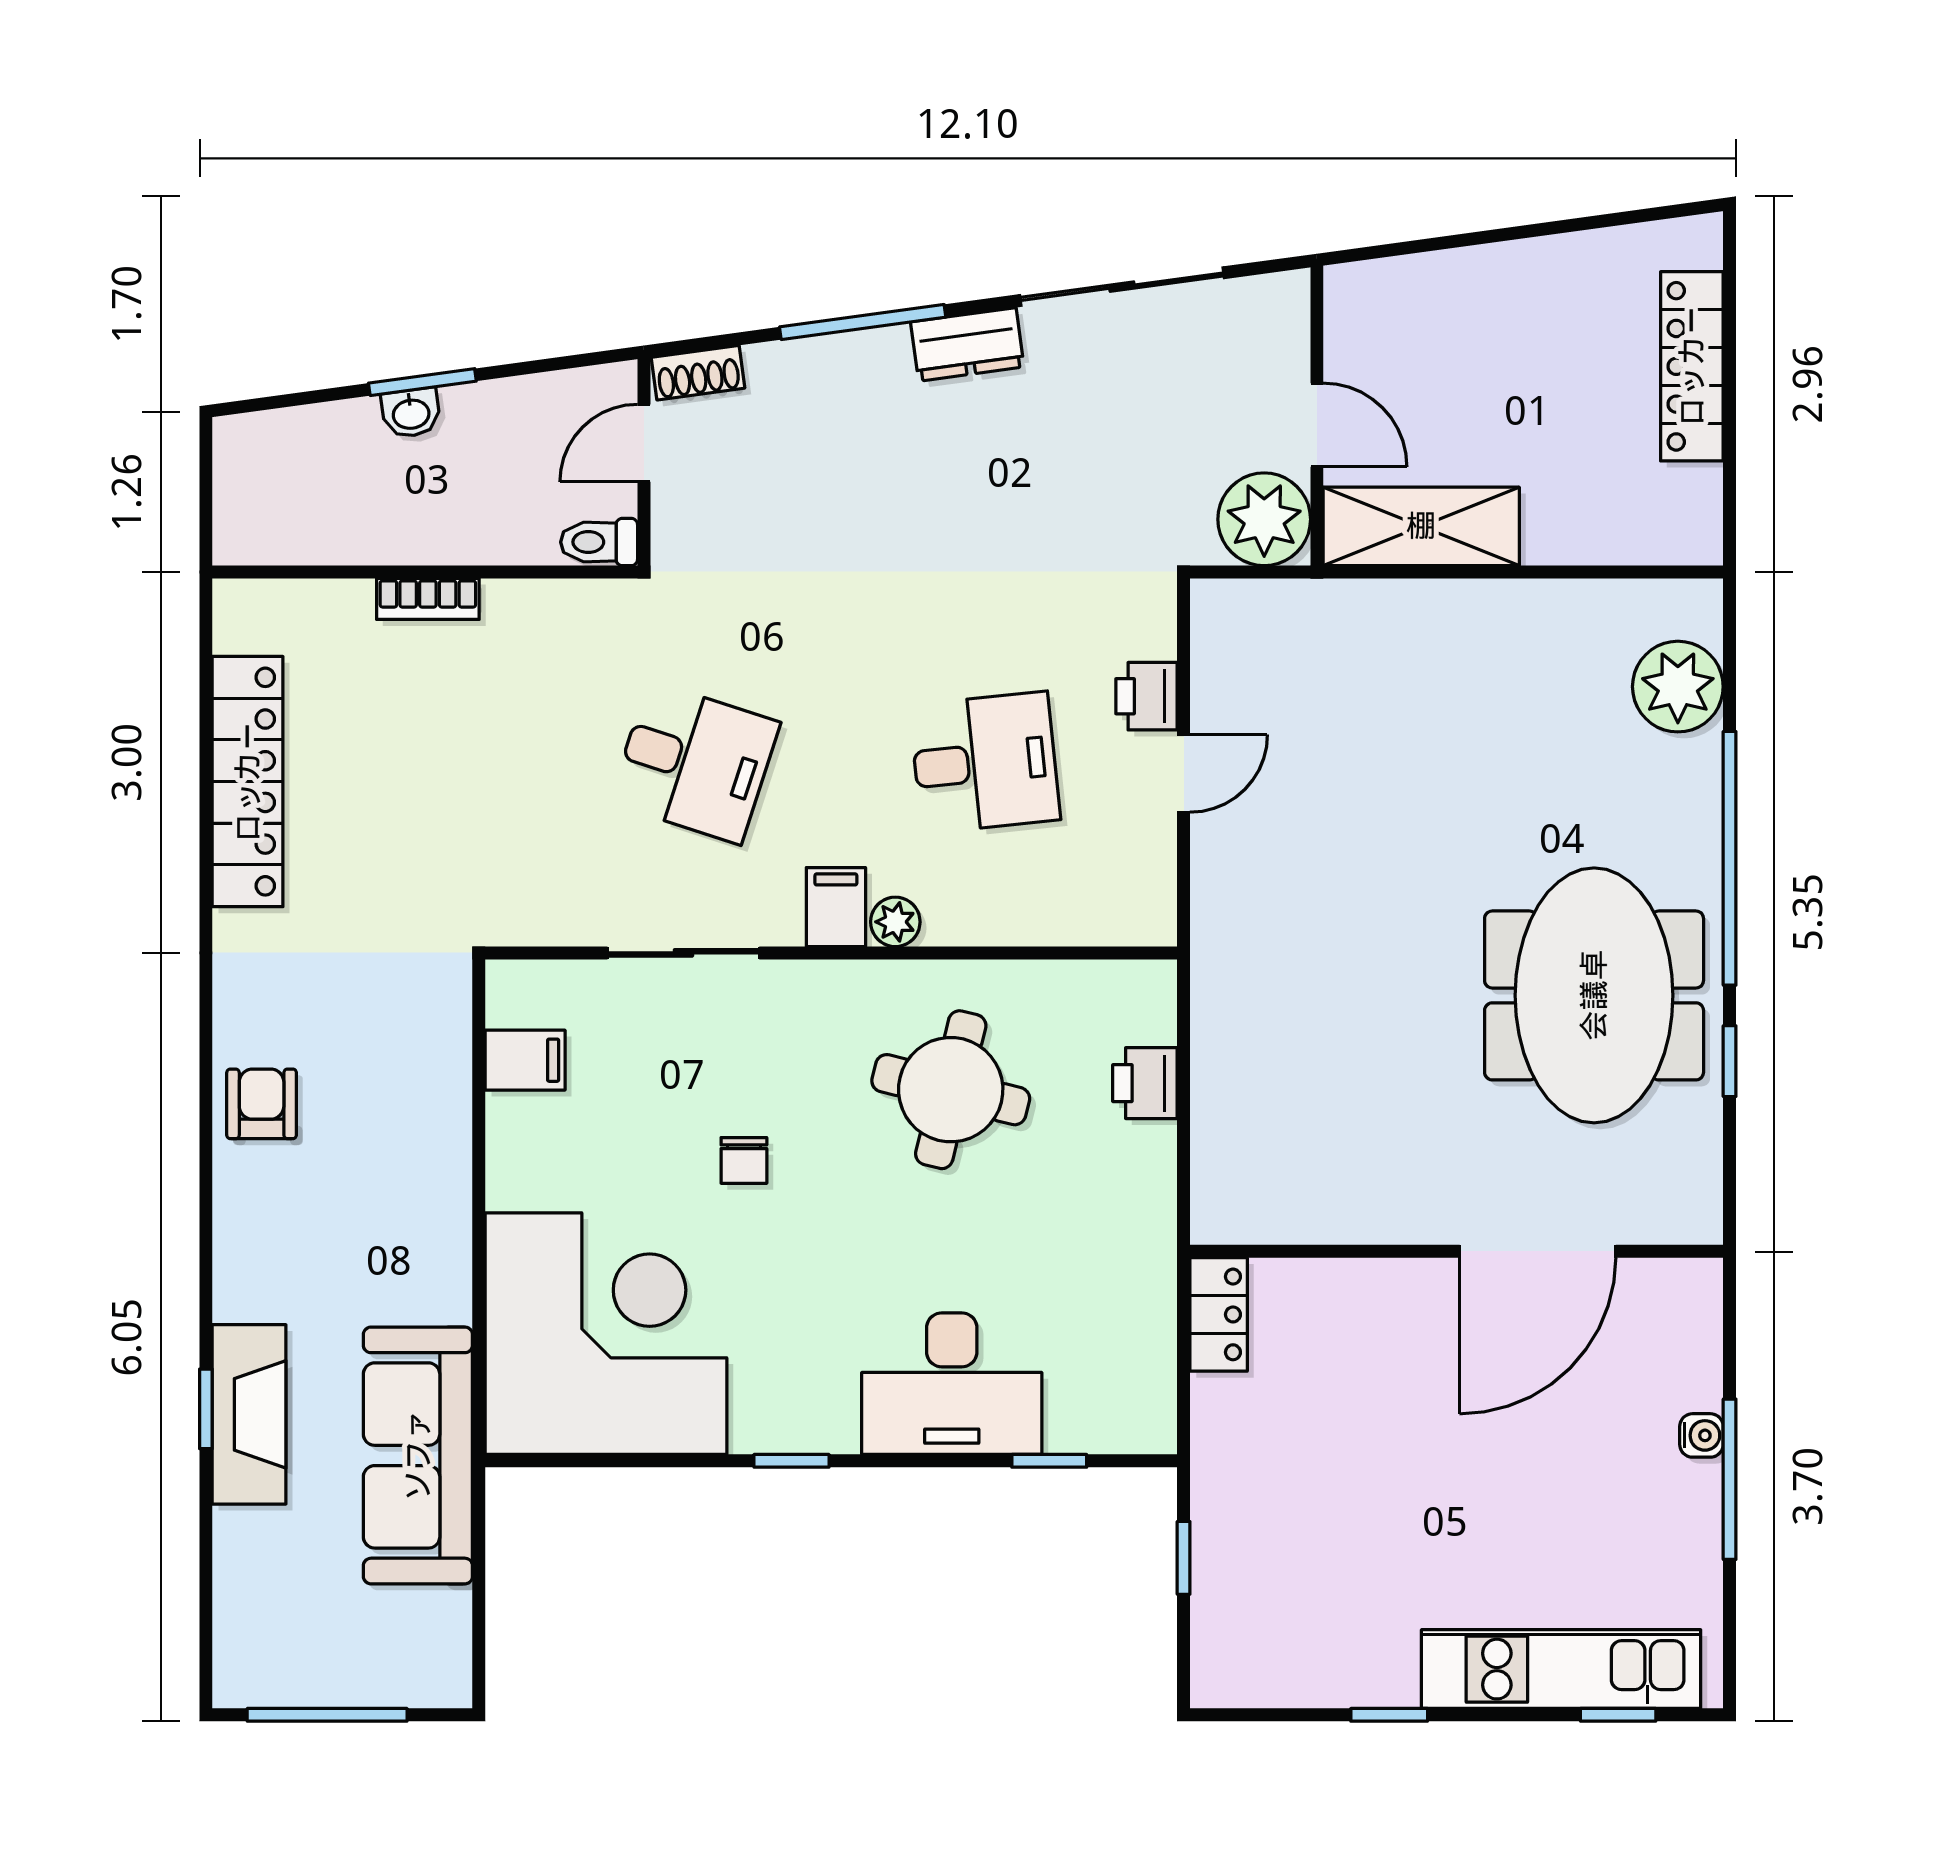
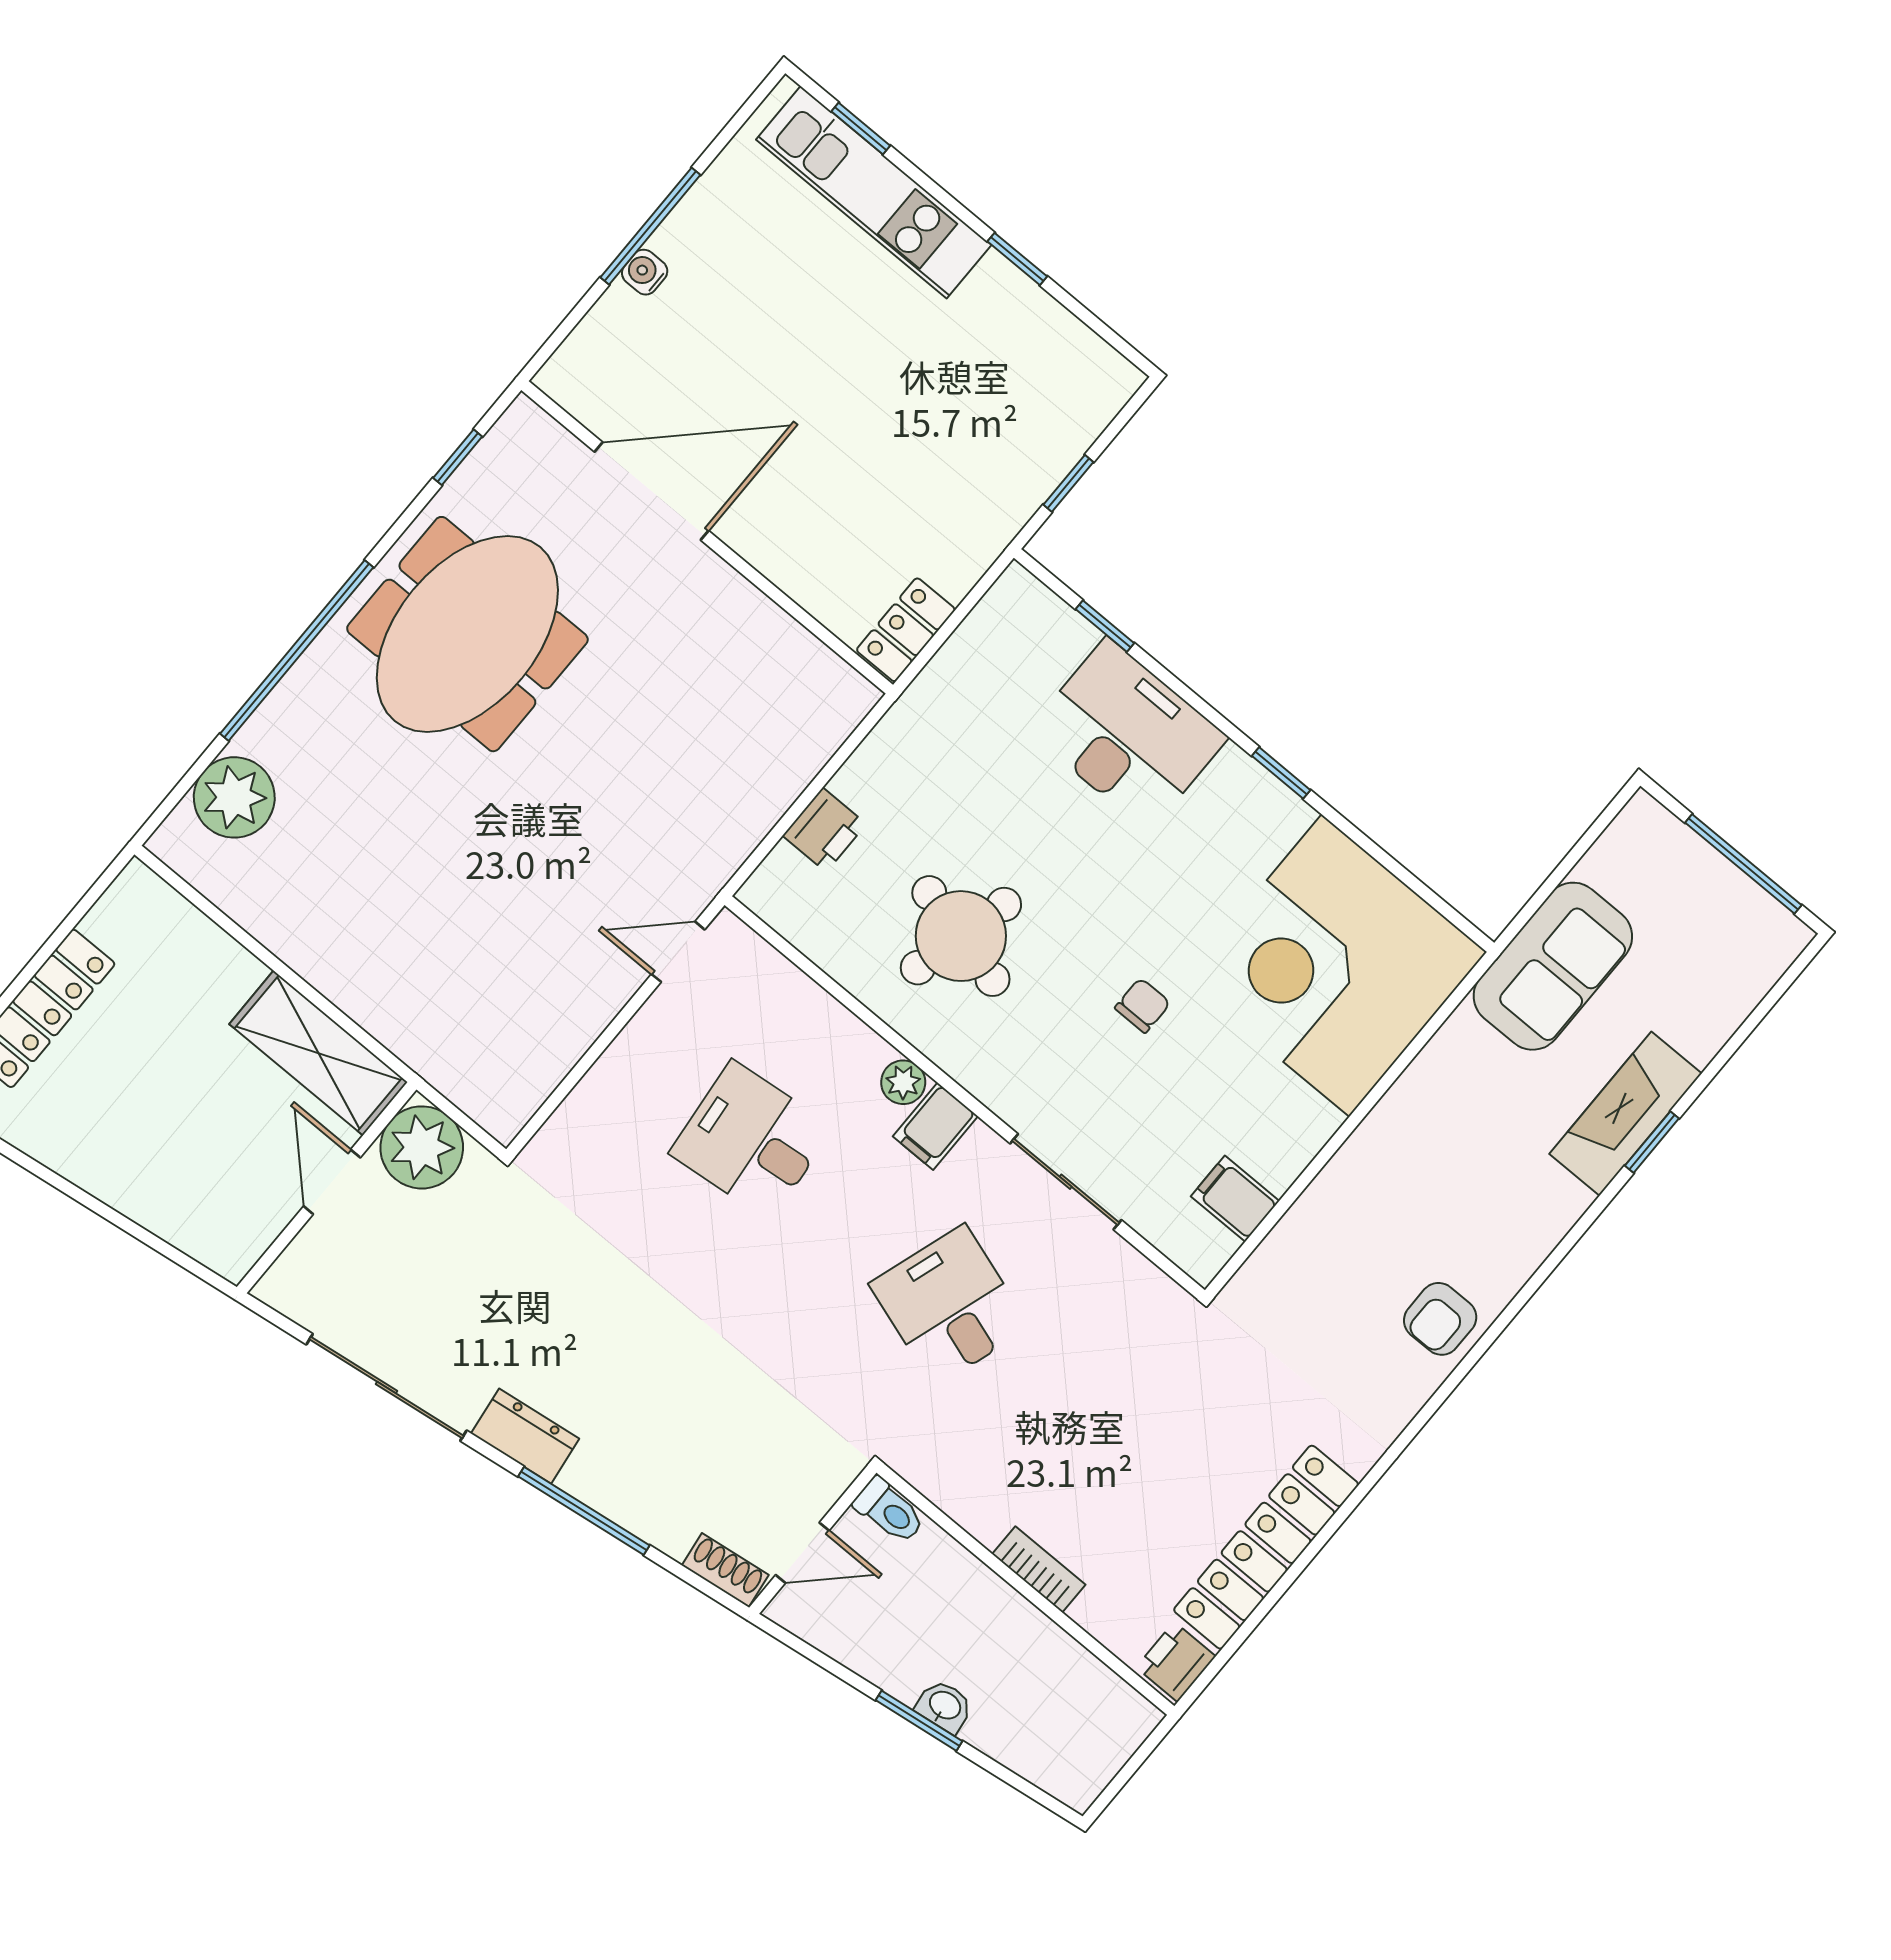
printer: (1147, 696) -> (1176, 1662), moved, turned 180
door: (1184, 773) -> (678, 952), moved
window: (1730, 1061) -> (458, 457), moved
sofa: (418, 1455) -> (1553, 966), width x0.73

